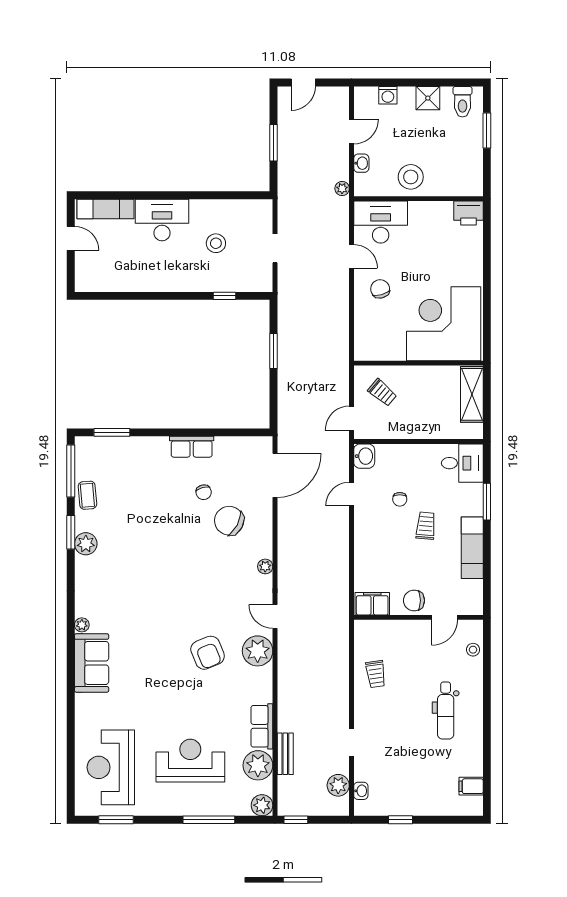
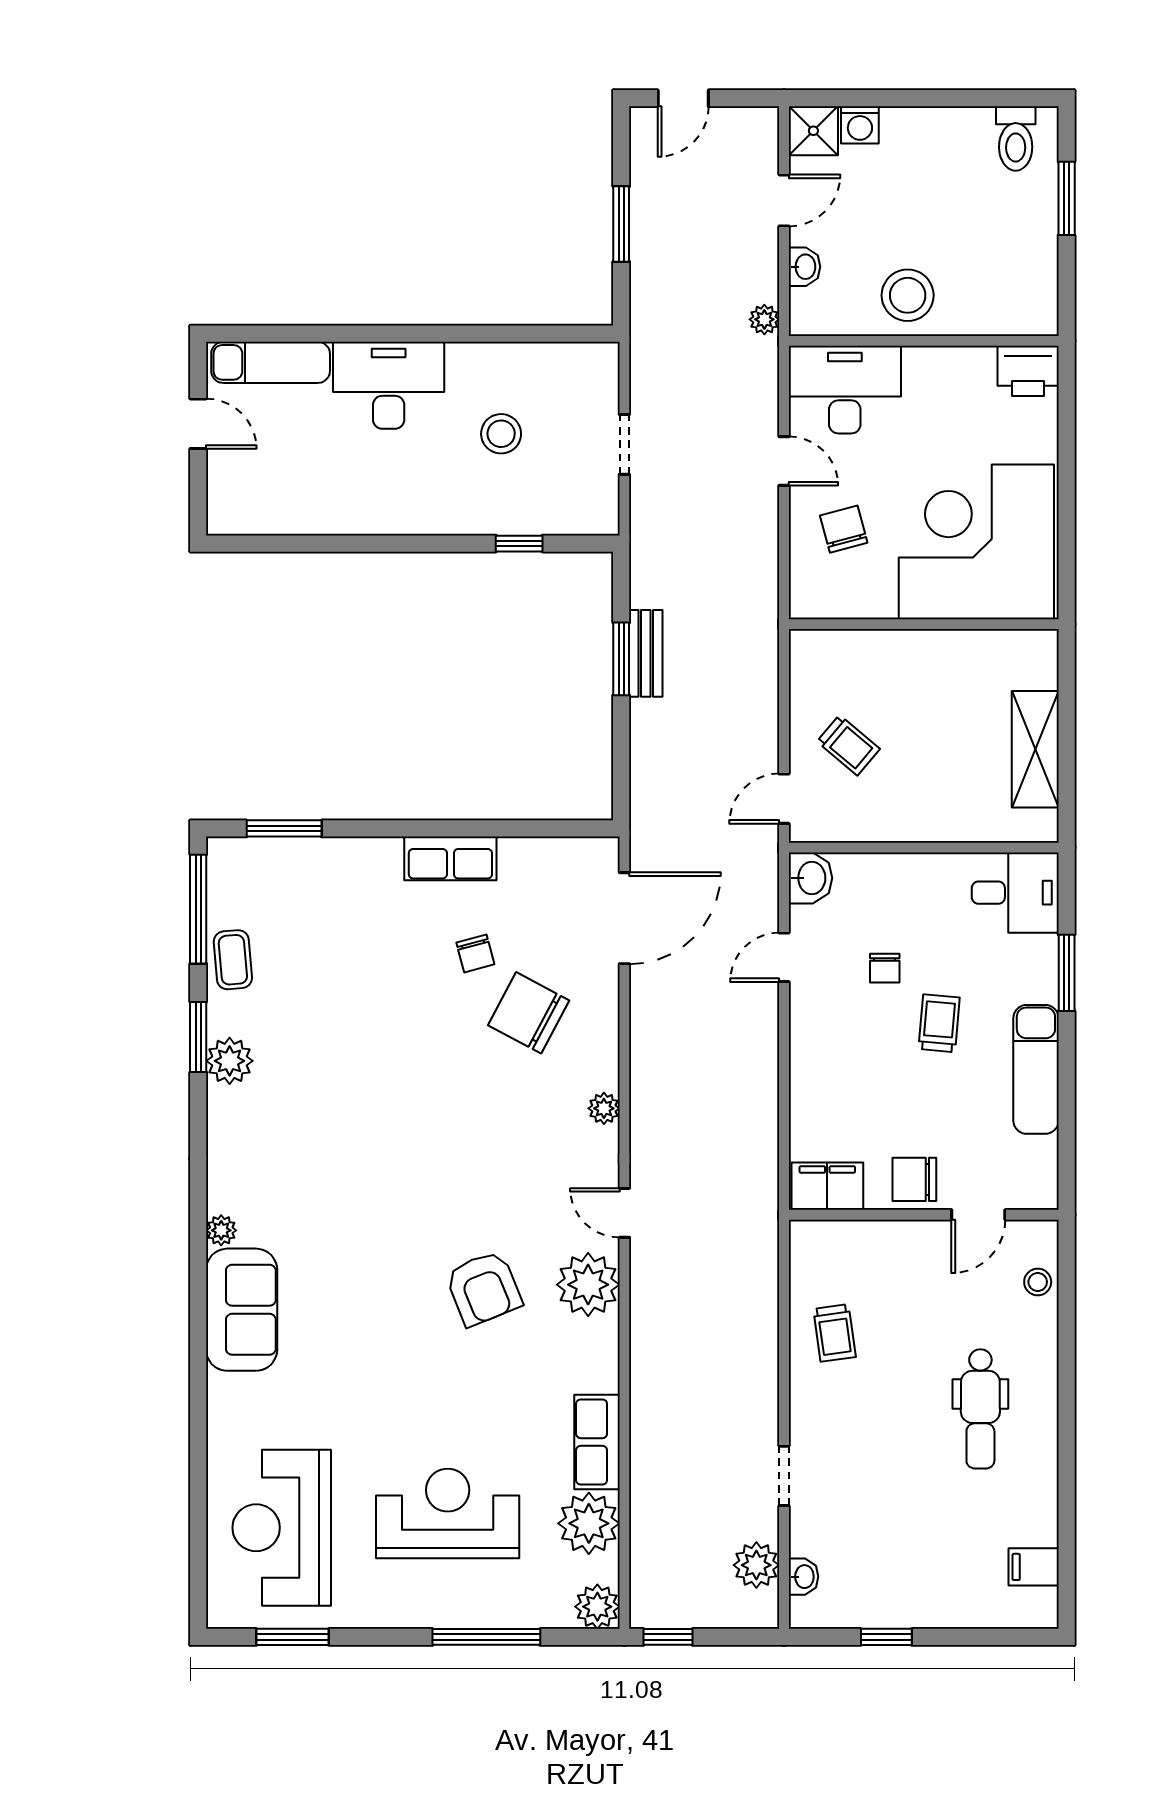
shower: (428, 98) -> (813, 131), moved
corner desk: (444, 324) -> (976, 542), moved
wall: (418, 363) -> (924, 624), moved
bench: (285, 754) -> (646, 653), moved

